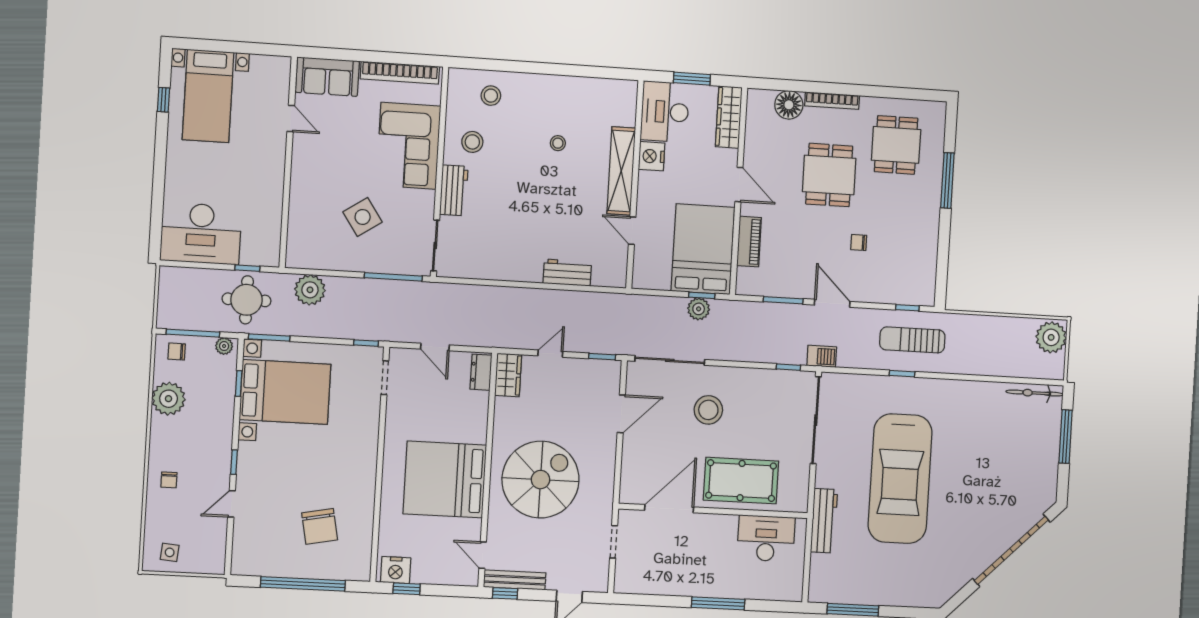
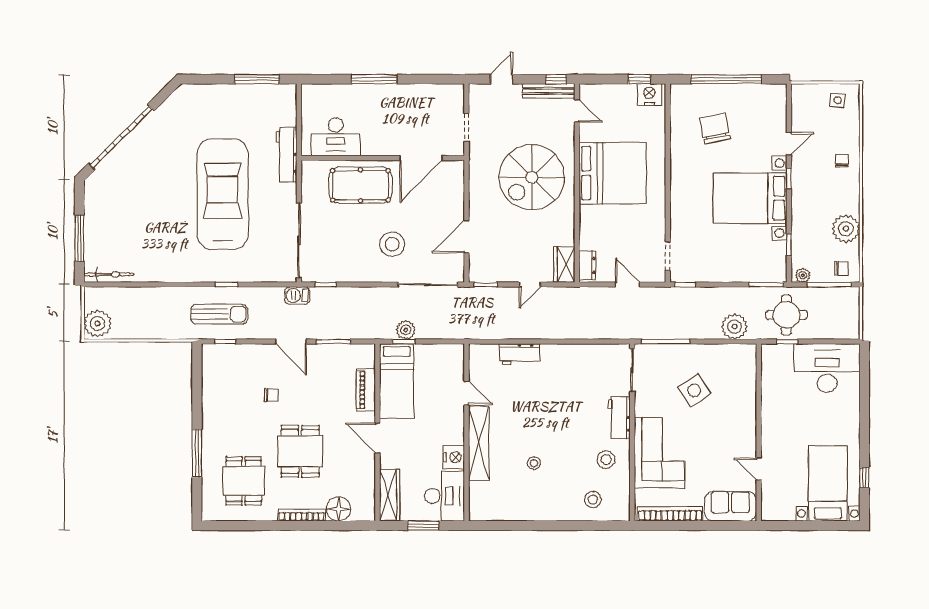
bed: (703, 249) -> (397, 381), width x0.67
bed with nightstands: (285, 392) -> (750, 198), moved

